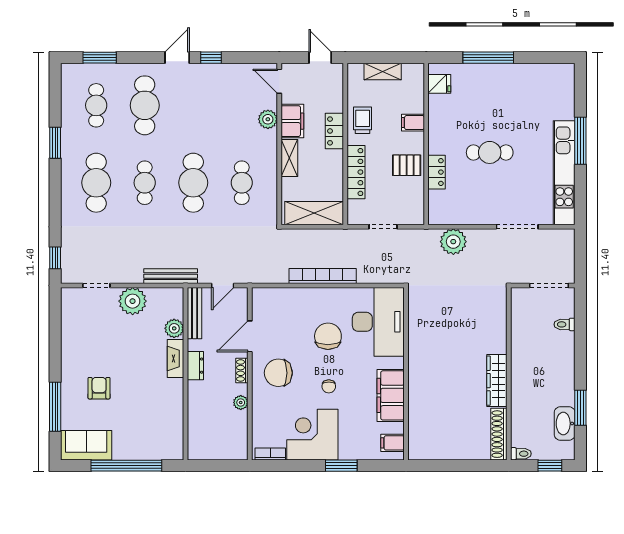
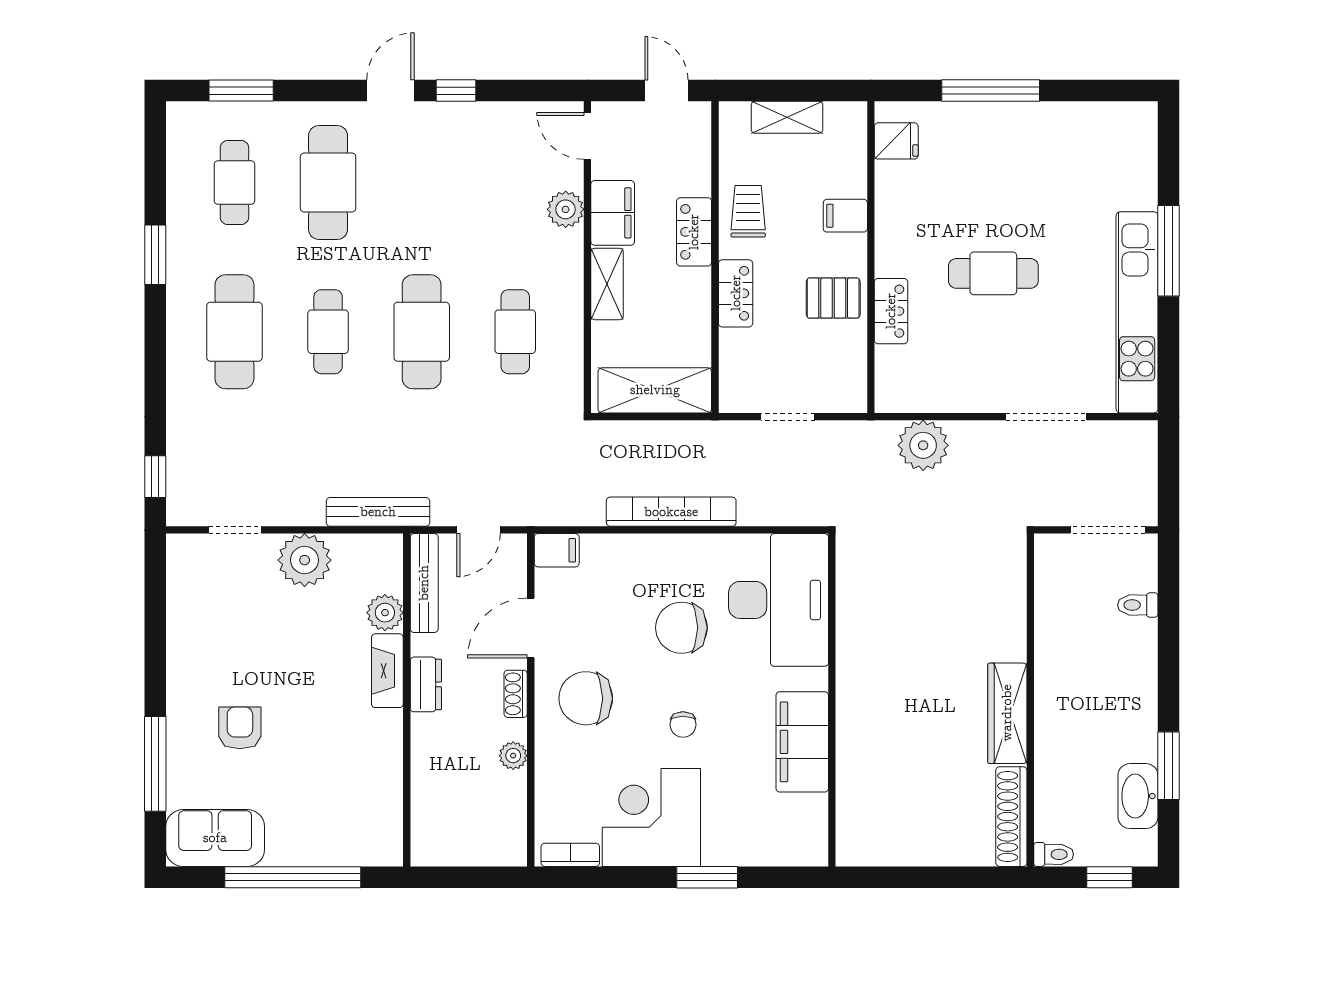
locker: (356, 172) -> (736, 293), width x0.66
chair: (328, 336) -> (681, 628), turned -90
filing cabinet: (393, 443) -> (557, 550), moved, turned 180

